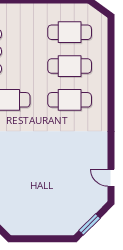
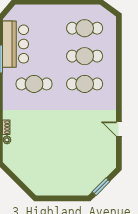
door: (111, 178) -> (119, 129), moved

